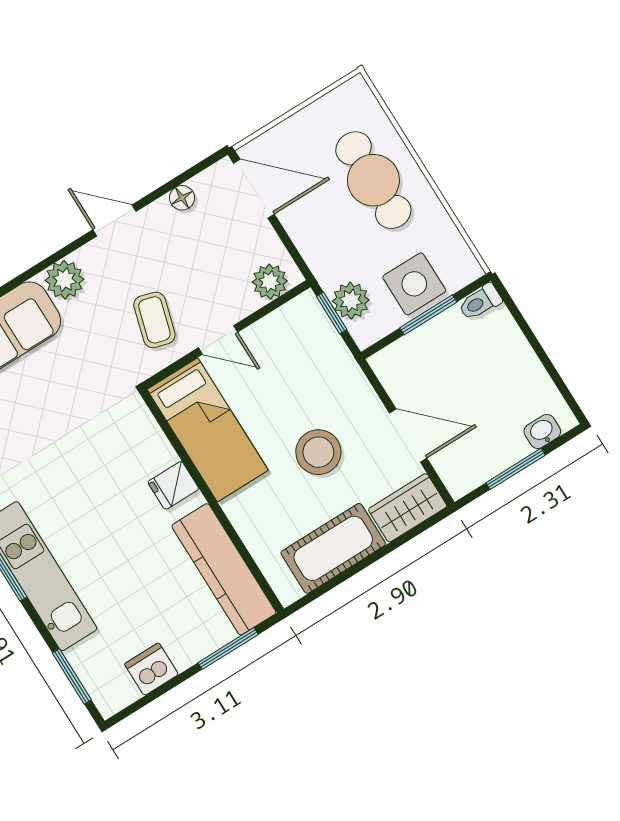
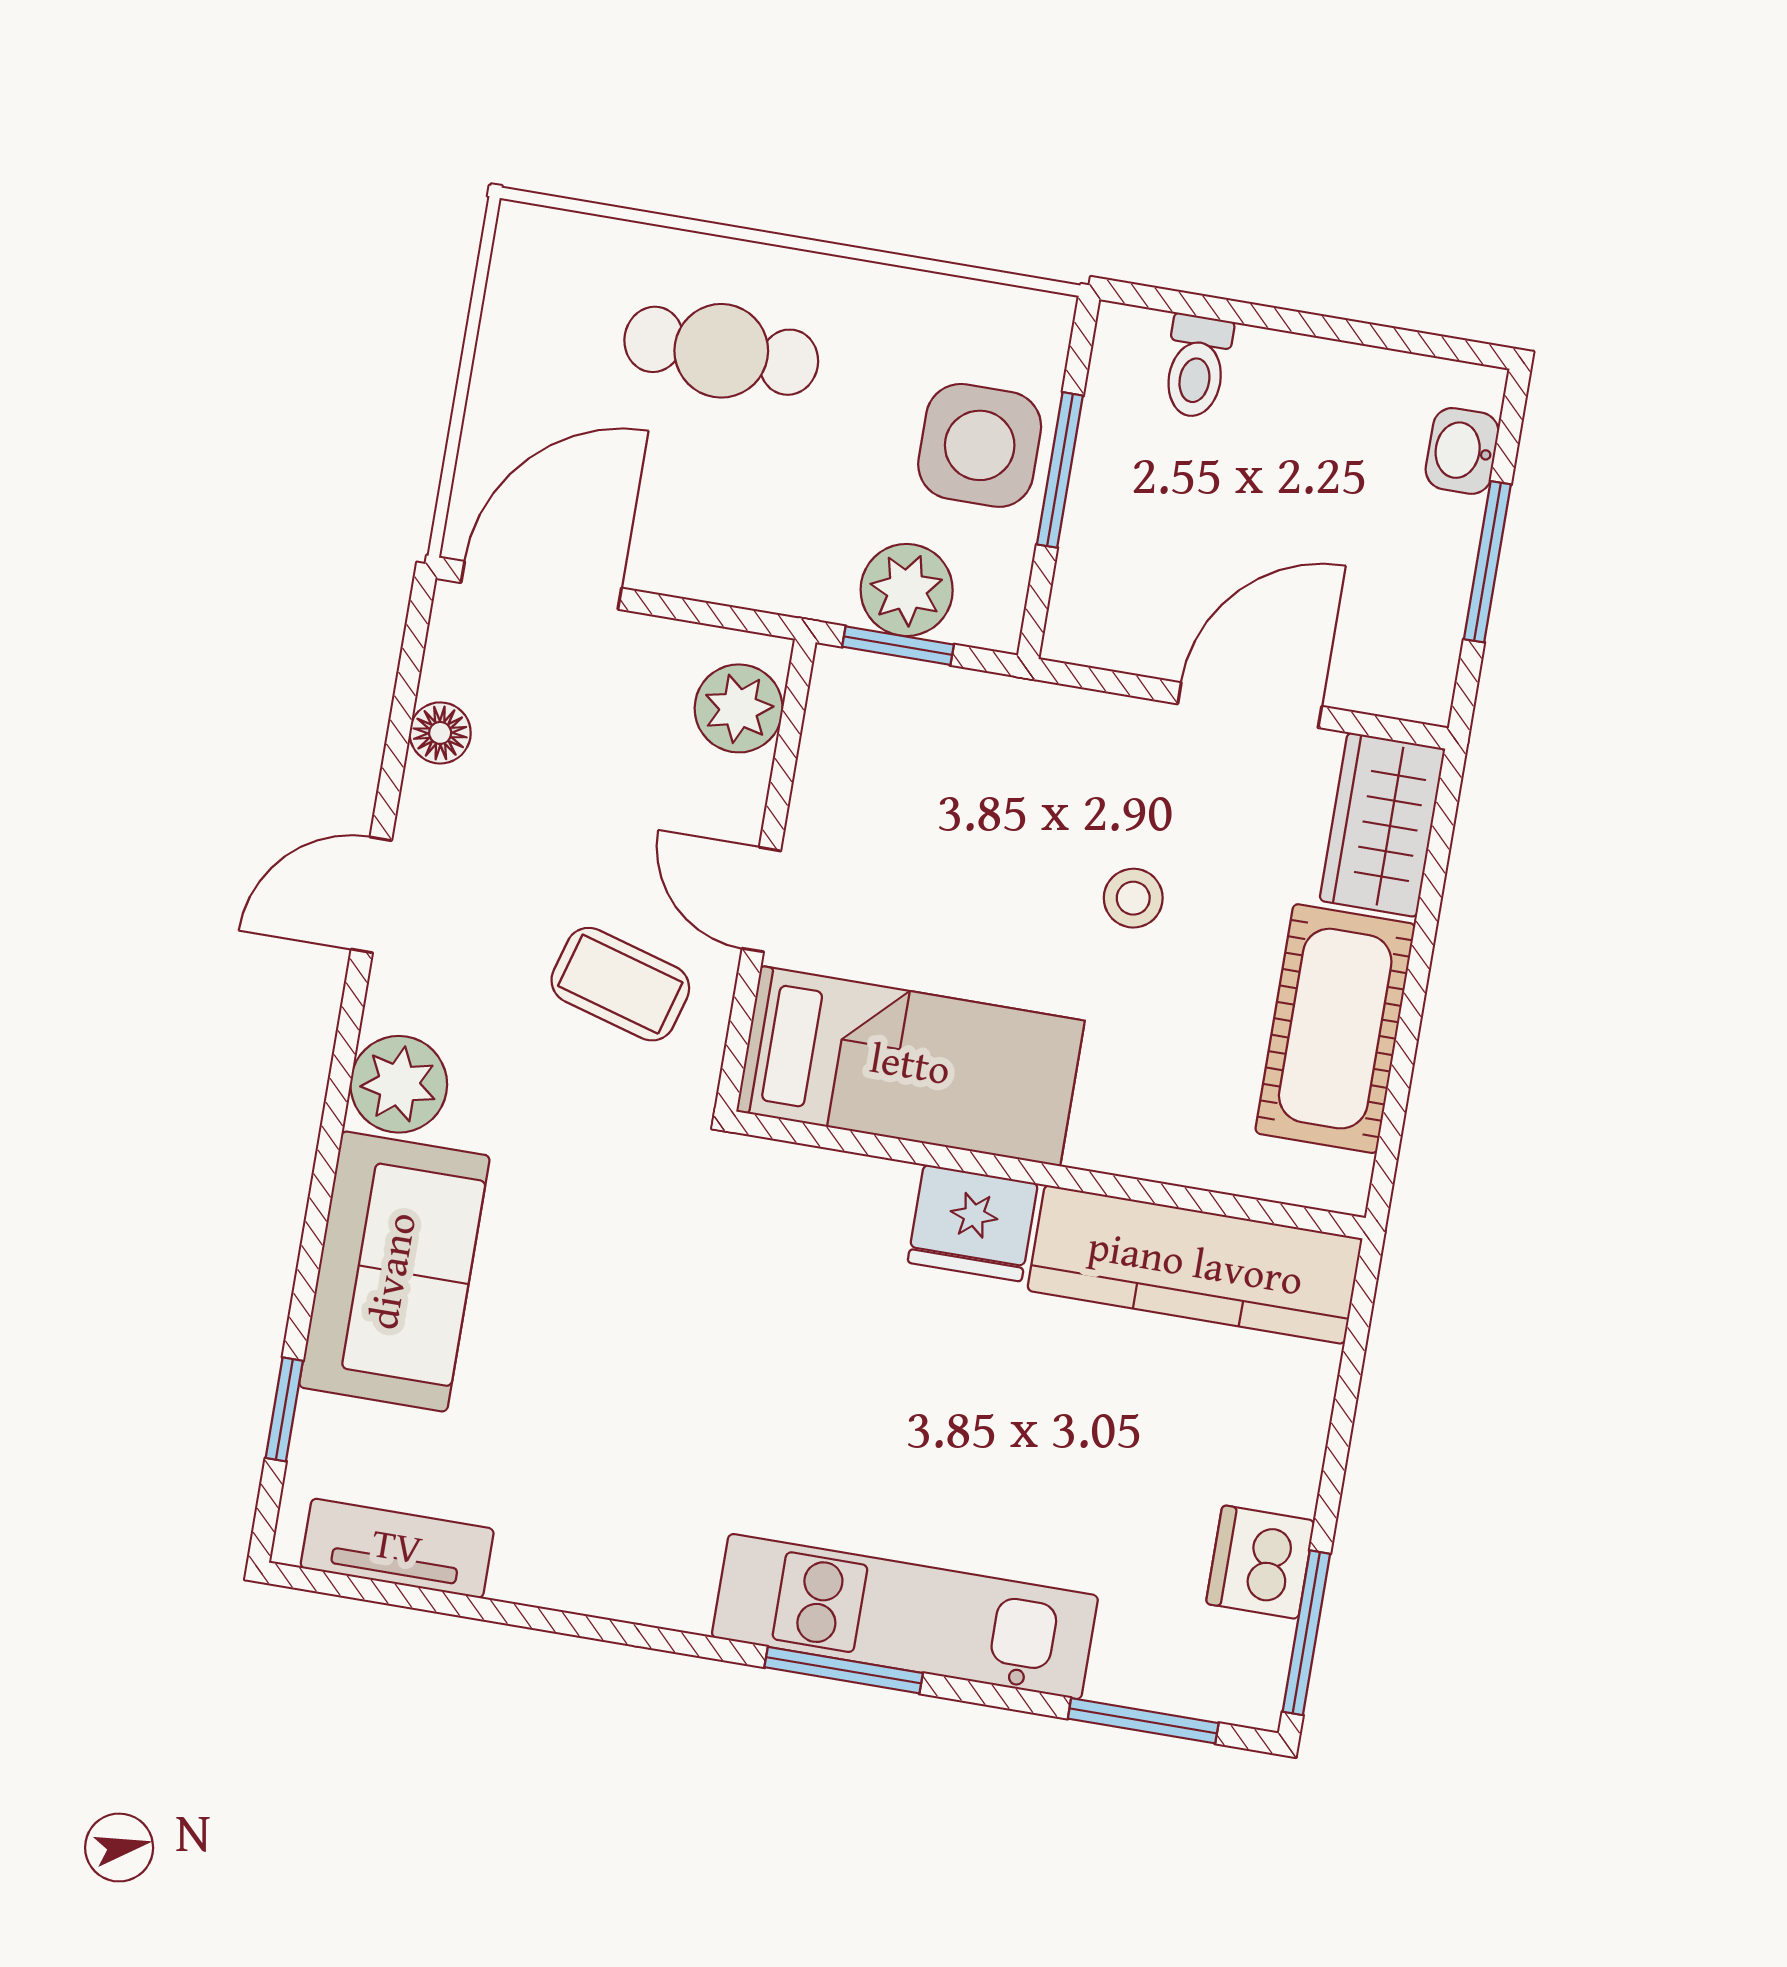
cafe table: (373, 180) -> (721, 351), width x0.73, depth x0.74
toilet: (480, 302) -> (1197, 366), moved
door: (218, 340) -> (761, 900), swing flipped
stool: (318, 452) -> (1133, 898), width x0.53, depth x0.53
fridge: (173, 485) -> (973, 1223), width x1.38
window: (228, 649) -> (1306, 1633), moved

